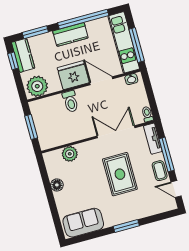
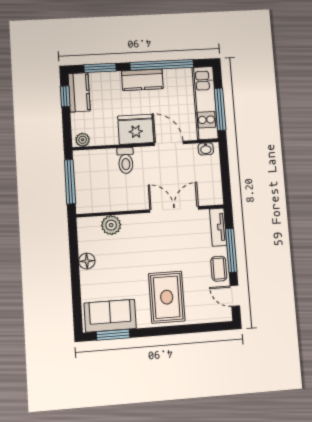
plant: (37, 86) -> (83, 140), width x0.53, depth x0.53
toilet: (147, 114) -> (217, 196), removed
window: (31, 127) -> (70, 182), width x1.44
rug: (120, 174) -> (167, 297), moved
window: (126, 226) -> (113, 335), moved

